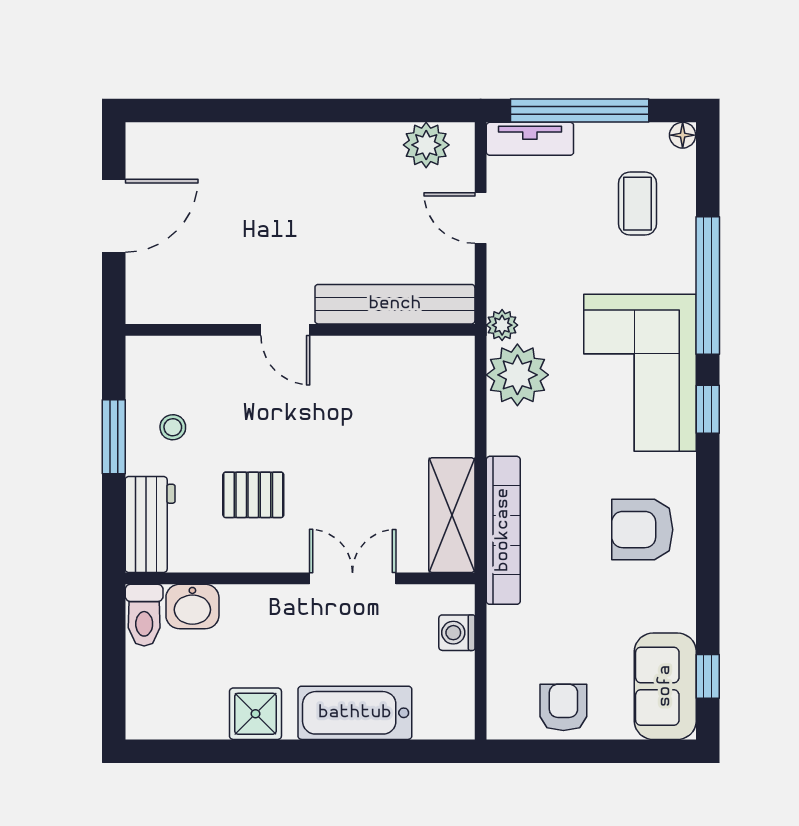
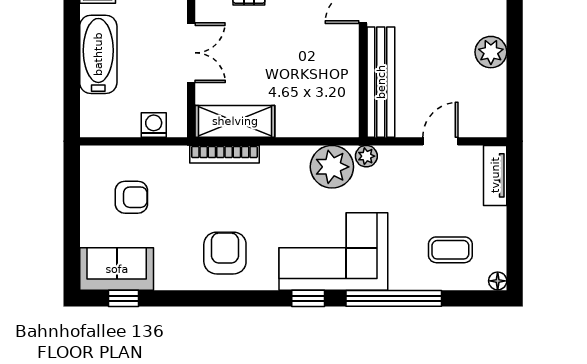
window: (580, 111) -> (515, 210), removed
plant: (426, 145) -> (491, 52), moved
bookcase: (503, 530) -> (224, 154), width x0.68, depth x0.76
armchair: (563, 707) -> (131, 197), moved

